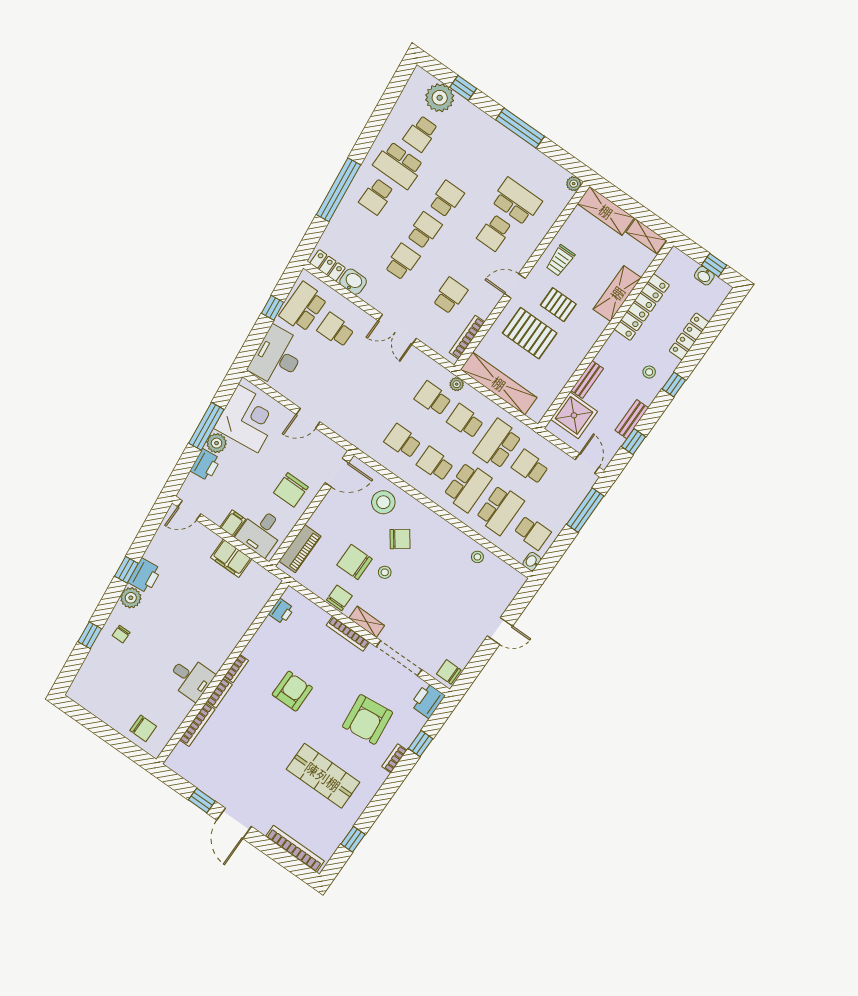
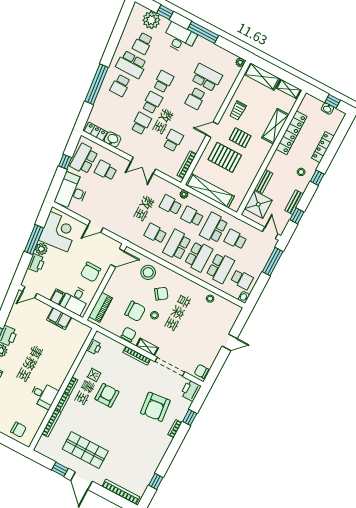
desk: (481, 132) -> (179, 38), added
school desk: (435, 464) -> (177, 245), width x1.85
chair: (355, 562) -> (135, 311), turned 180
shop shelf: (323, 776) -> (85, 450), moved

